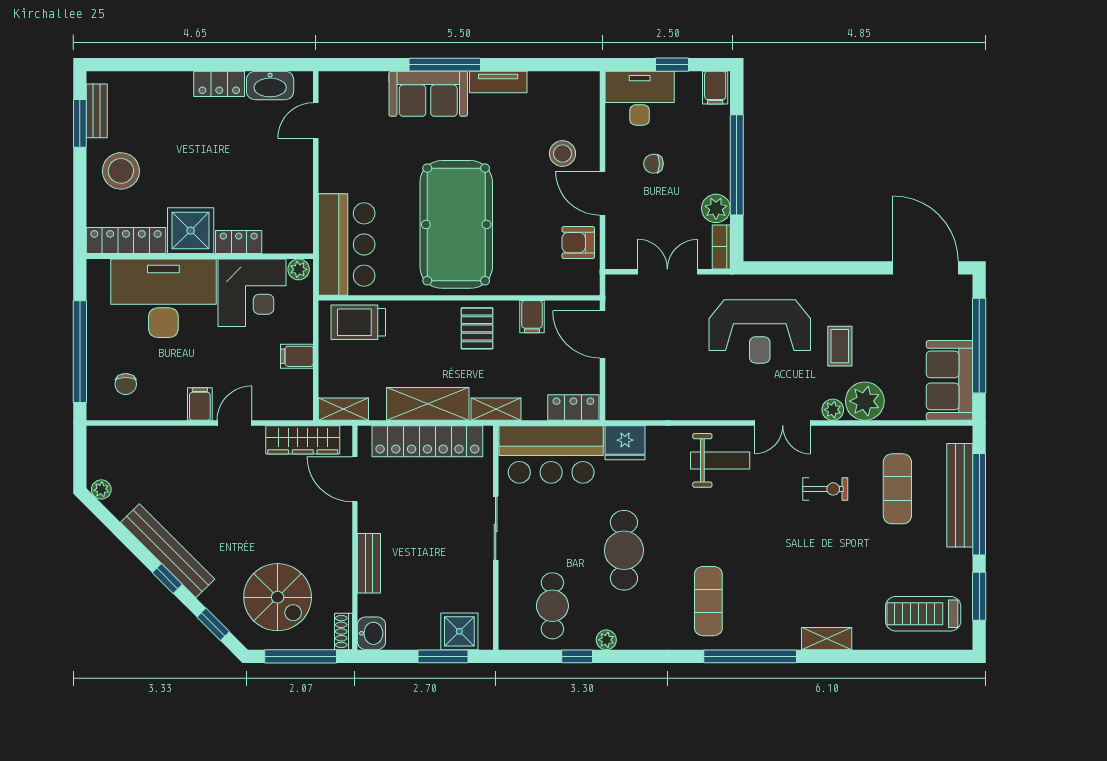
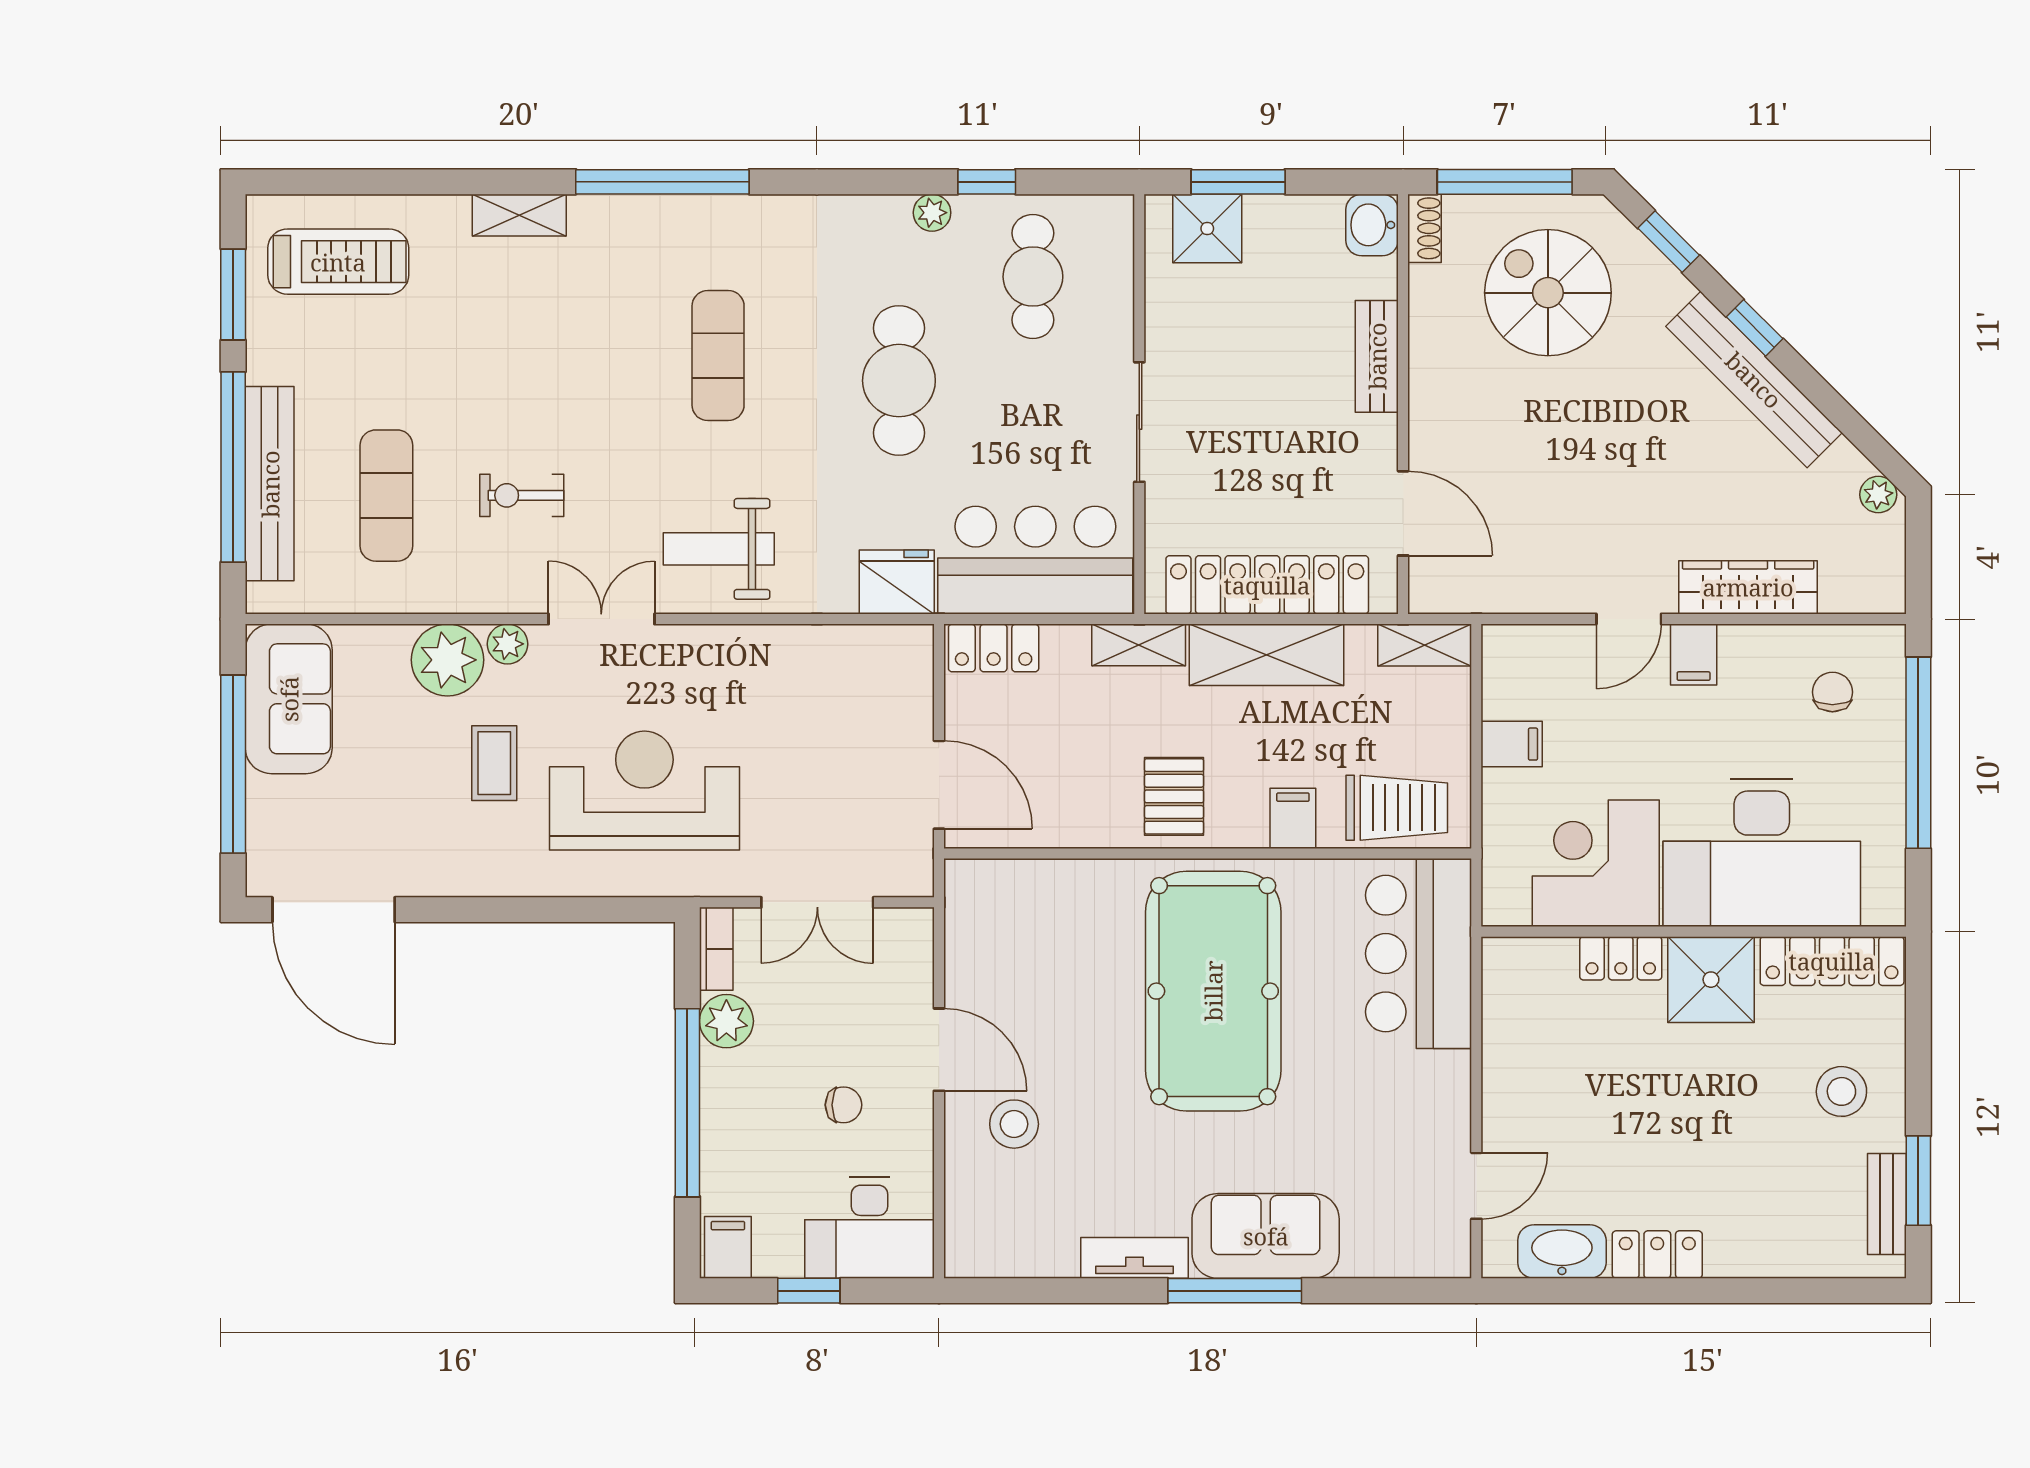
stool: (121, 171) -> (1841, 1091), width x0.73, depth x0.73
armchair: (578, 243) -> (985, 957), removed
plant: (299, 269) -> (1509, 907), removed
filing cabinet: (532, 317) -> (1293, 818), moved
wardrobe: (303, 440) -> (1748, 587), moved
exercise mat: (708, 601) -> (718, 356), moved

